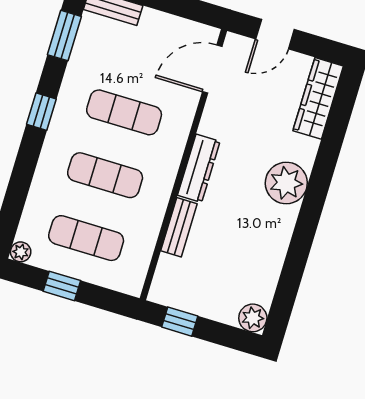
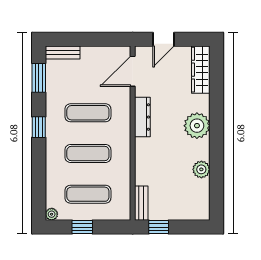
dresser: (199, 168) -> (142, 117), moved
bench: (179, 227) -> (141, 203), moved
plant: (253, 318) -> (201, 169), moved

